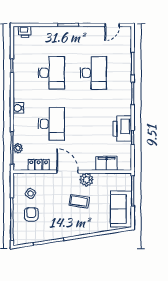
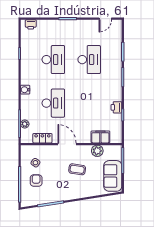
printer: (122, 129) -> (116, 107), width x0.53, depth x0.68
plant: (86, 180) -> (97, 151), moved

